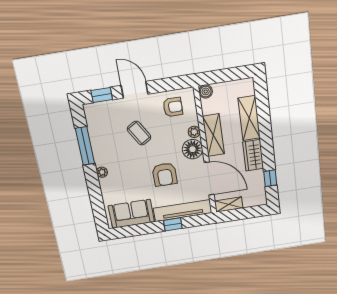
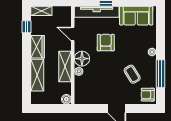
window: (102, 95) -> (141, 108), removed
armchair: (173, 107) -> (148, 95), moved
coffee table: (139, 133) -> (132, 74), moved
door: (209, 179) -> (73, 34), width x0.53
shelving: (229, 205) -> (41, 11), moved

